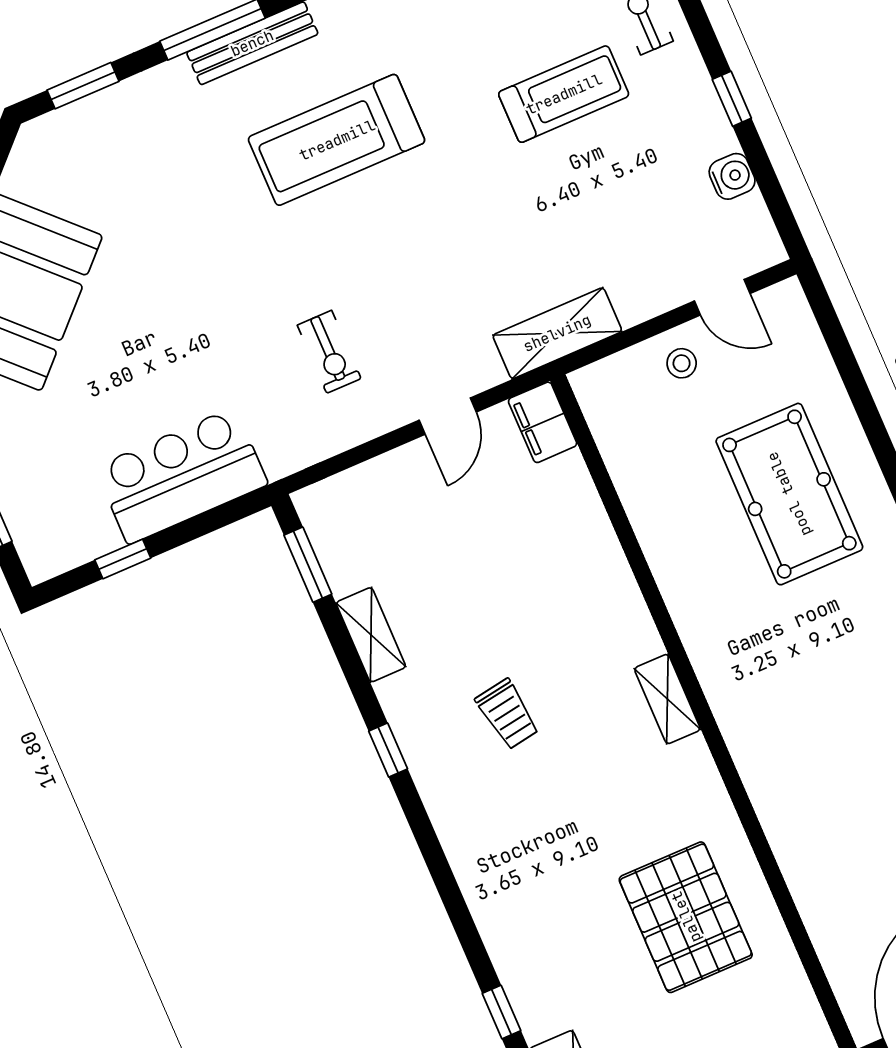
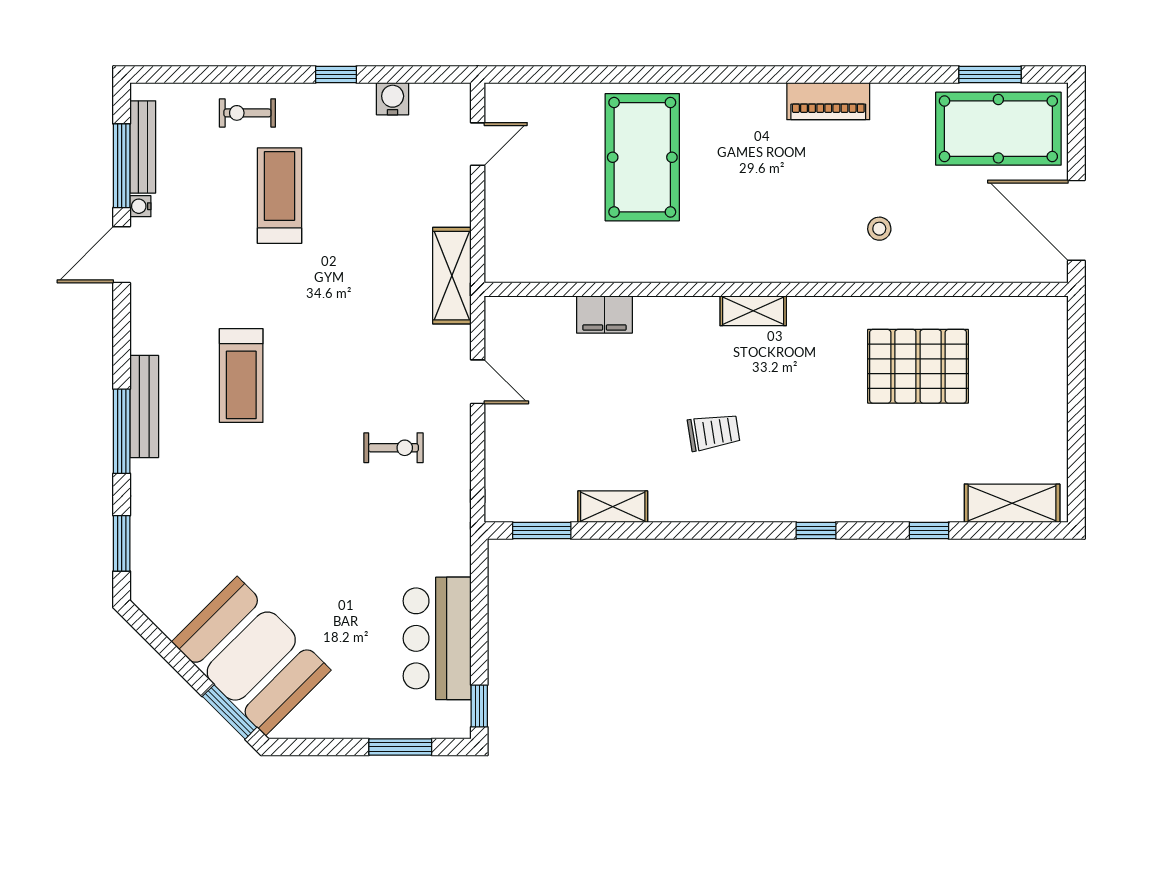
treadmill: (337, 140) -> (241, 376), width x0.73, depth x0.73
stool: (682, 363) -> (879, 229), moved
filing cabinet: (543, 422) -> (604, 314), moved
bar counter: (181, 476) -> (437, 638), moved
pool table: (789, 494) -> (642, 157), turned 90
window: (123, 559) -> (479, 706), moved
window: (388, 750) -> (816, 530), moved

